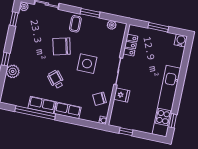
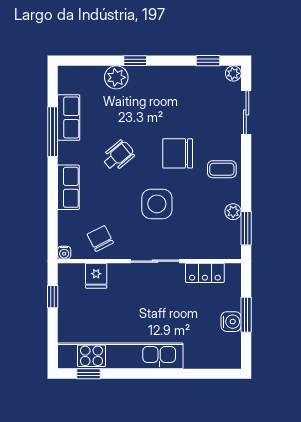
window: (90, 13) -> (246, 228), moved
plant: (112, 25) -> (233, 212), moved
water cooler: (181, 41) -> (231, 322), moved
chair: (62, 46) -> (178, 153), turned -76
fridge: (122, 95) -> (96, 276), moved
row of seats: (42, 105) -> (69, 117), moved
window: (35, 113) -> (53, 132), width x0.68

